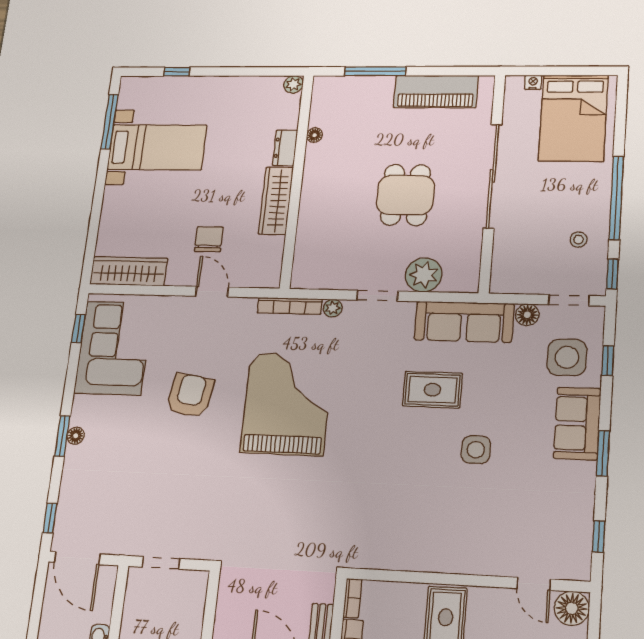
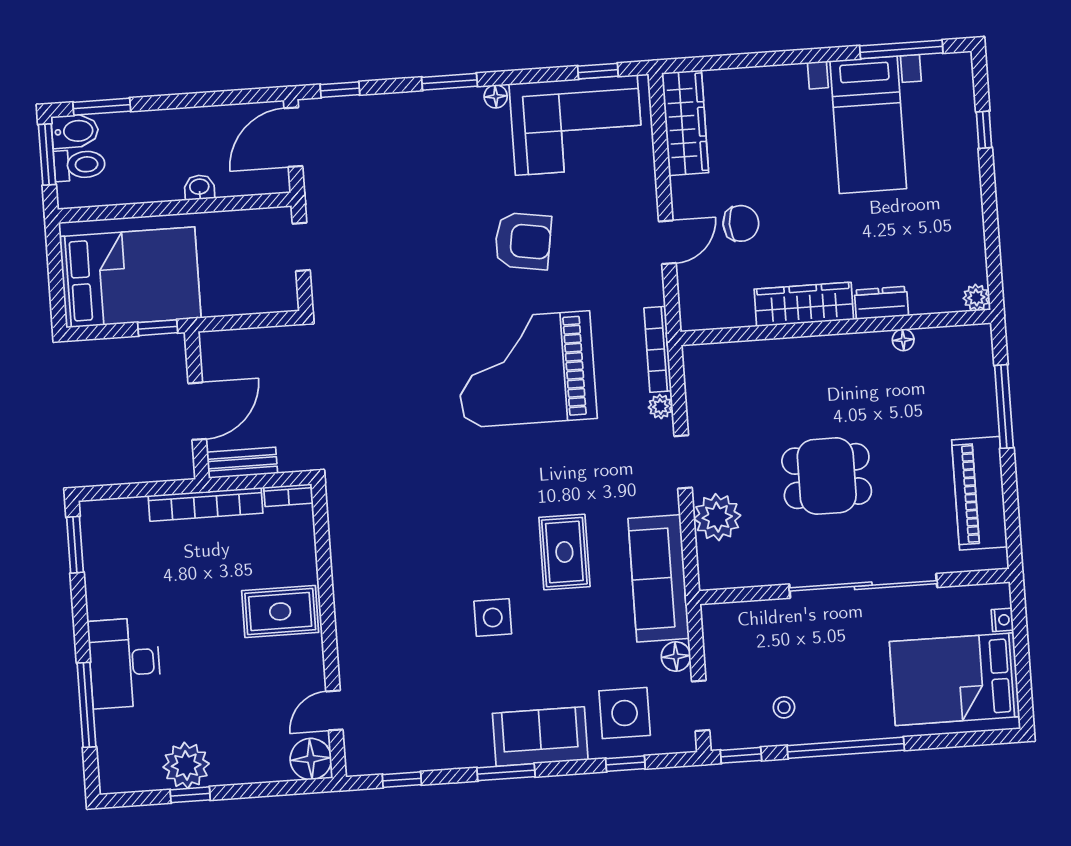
grand piano: (287, 403) -> (526, 369), turned 180
floor lamp: (76, 436) -> (496, 96), moved

